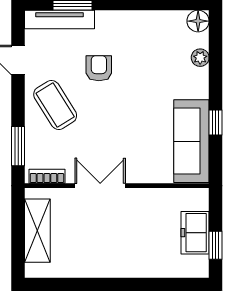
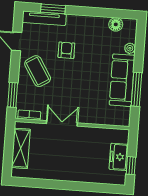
floor lamp: (198, 21) -> (116, 24), moved
window: (216, 122) -> (136, 89), width x2.17
sofa: (191, 141) -> (122, 80), moved

